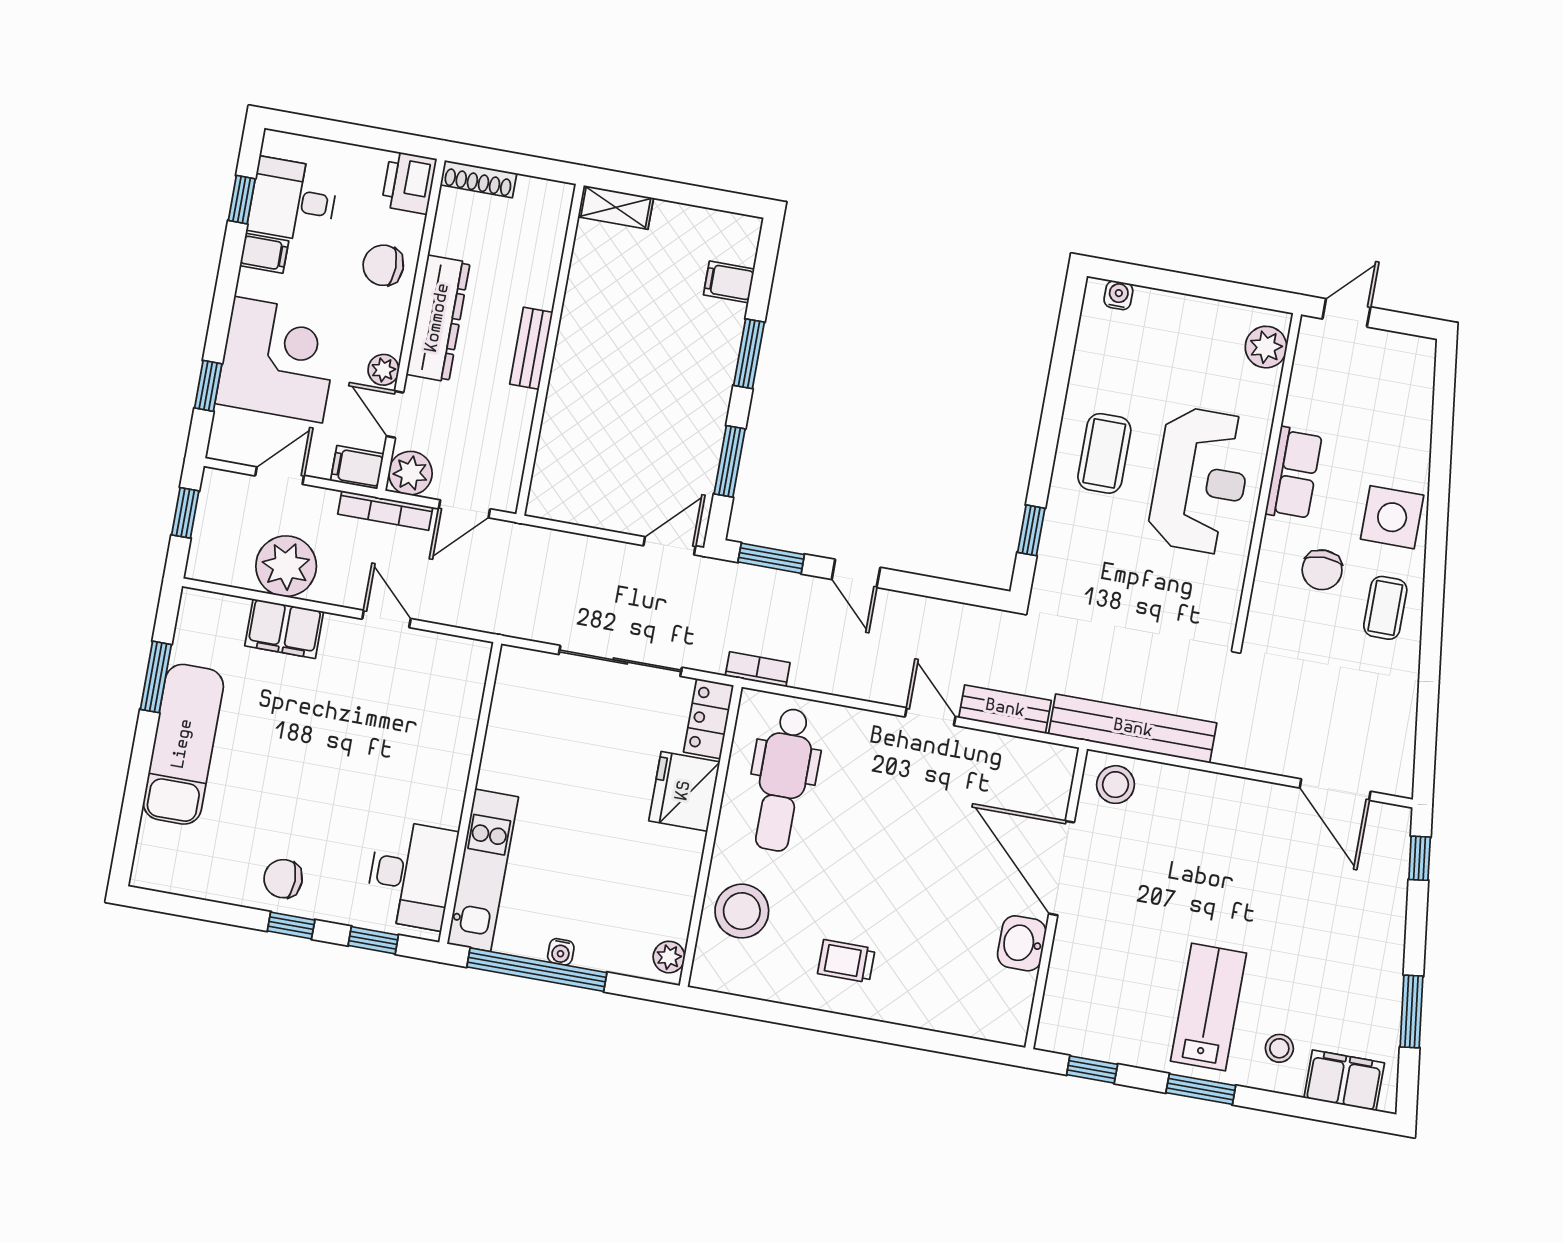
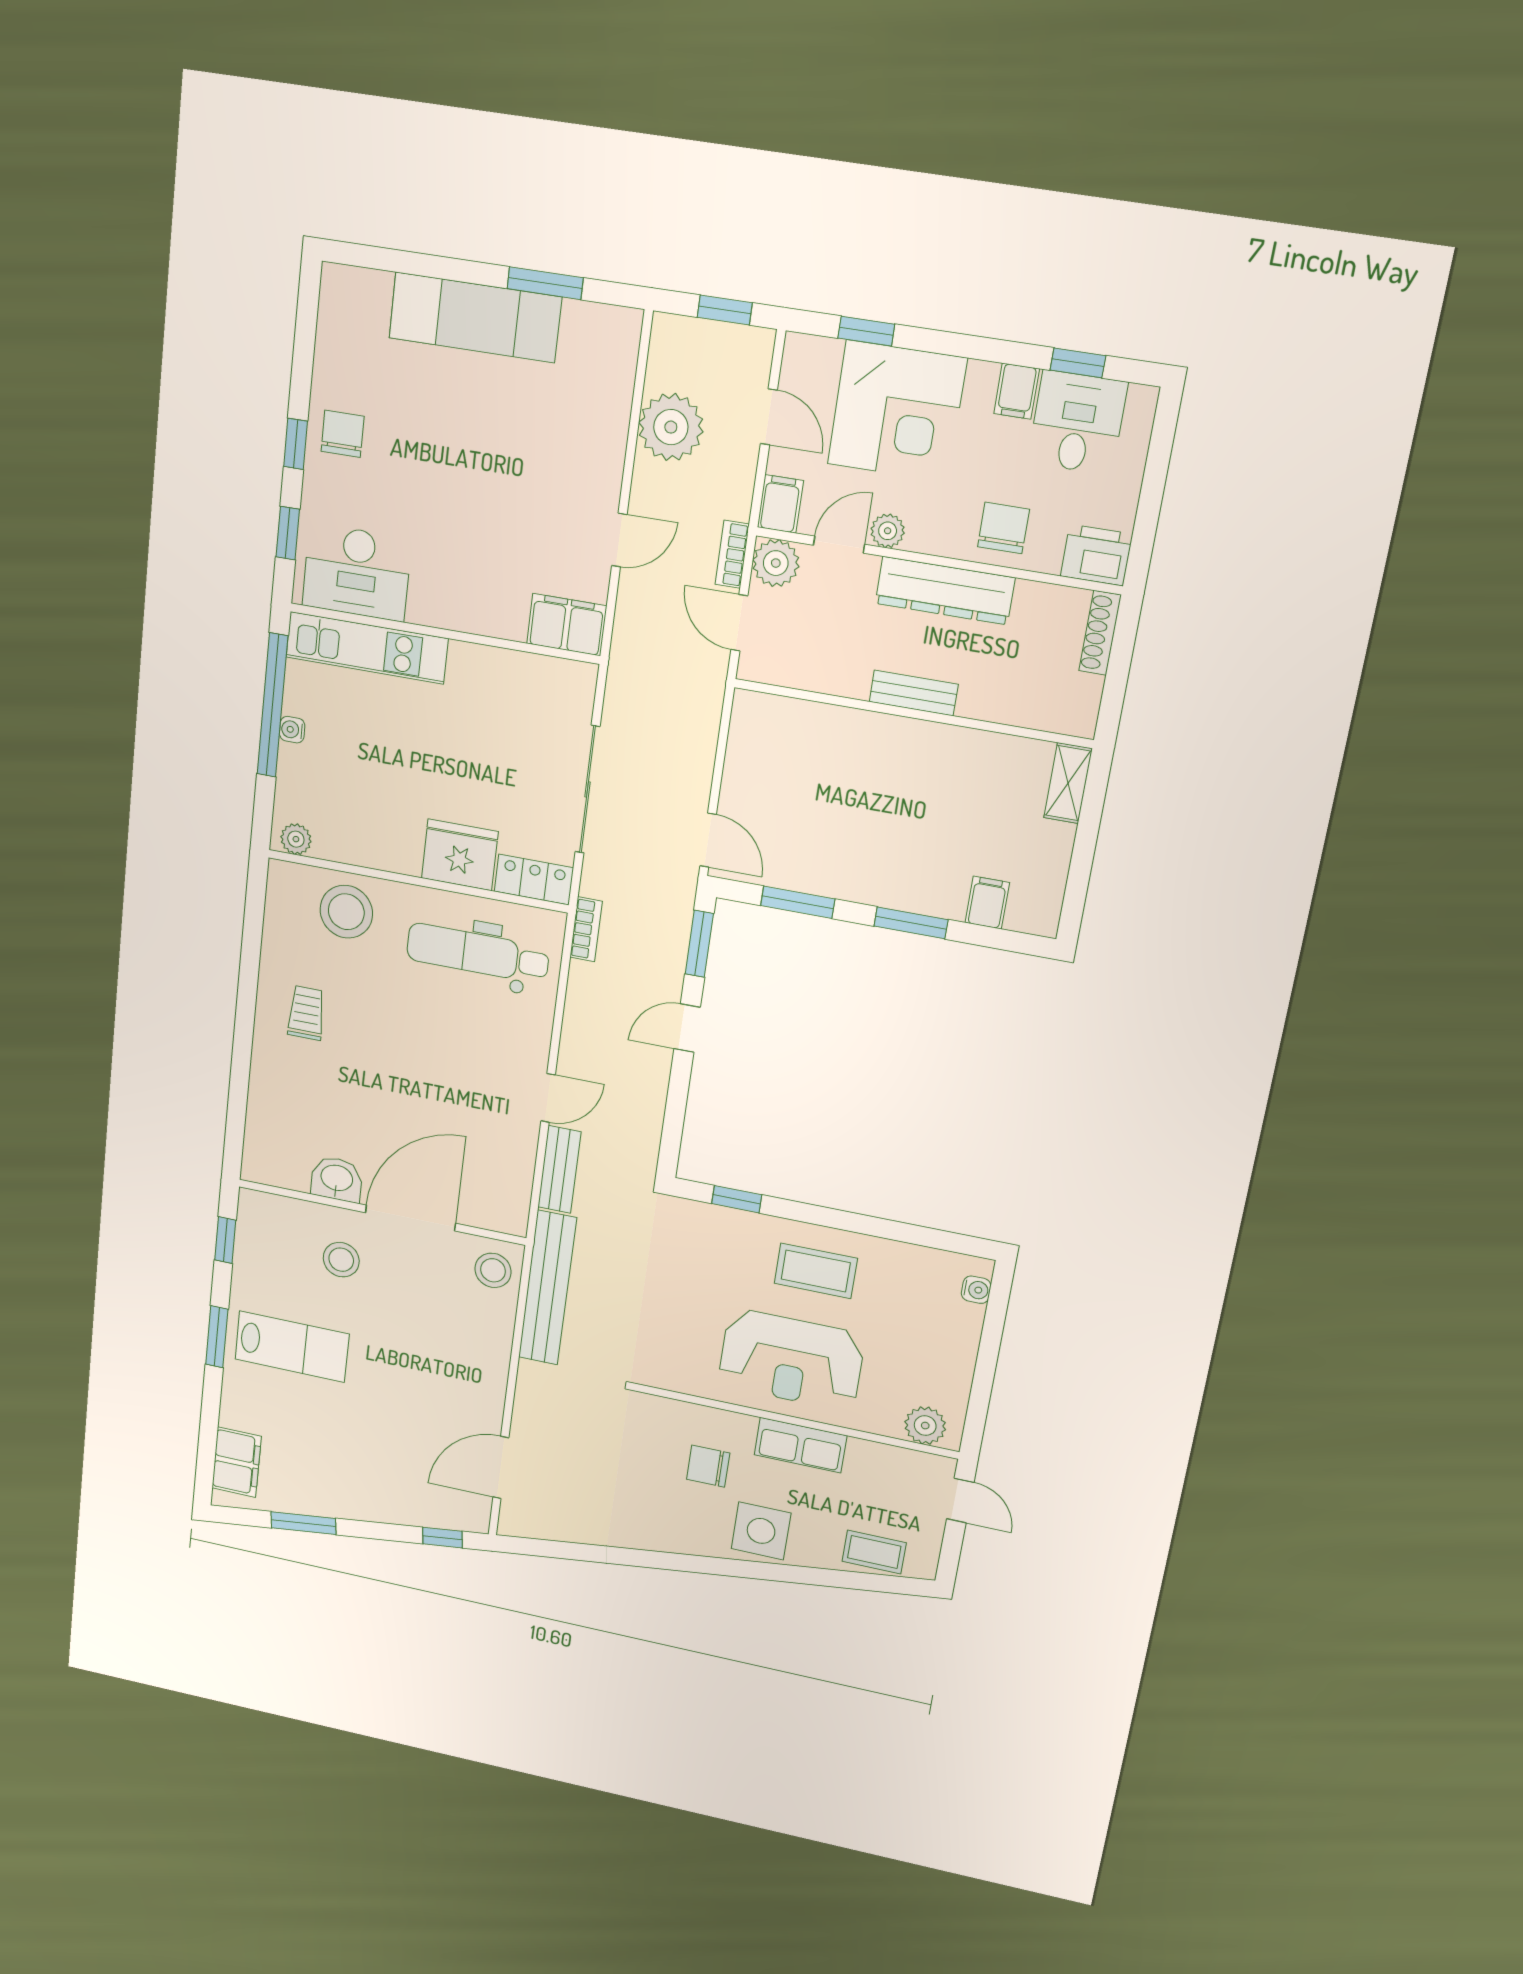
bookcase: (385, 511) -> (732, 554), width x0.64
coffee table: (1385, 608) -> (874, 1552), moved
filing cabinet: (284, 629) -> (567, 625), moved, turned 90
stool: (1279, 1048) -> (341, 1260), moved, width x1.37, depth x1.37

